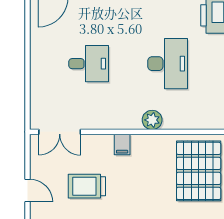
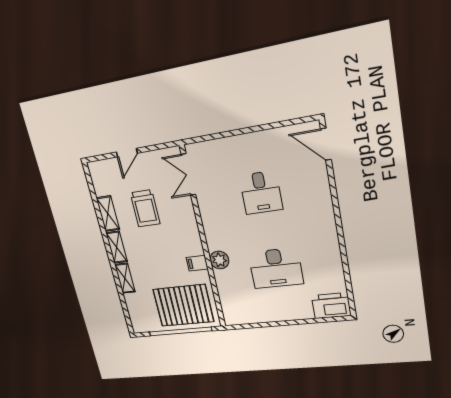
filing cabinet: (122, 144) -> (197, 263), moved
trolley: (87, 186) -> (145, 208), turned 180

